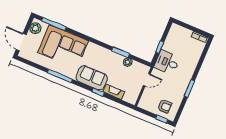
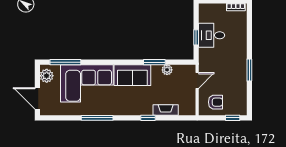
desk: (167, 62) -> (212, 35), moved
sofa: (92, 78) -> (132, 75), moved, turned 180
armchair: (164, 106) -> (215, 102), moved

